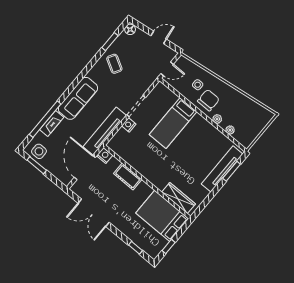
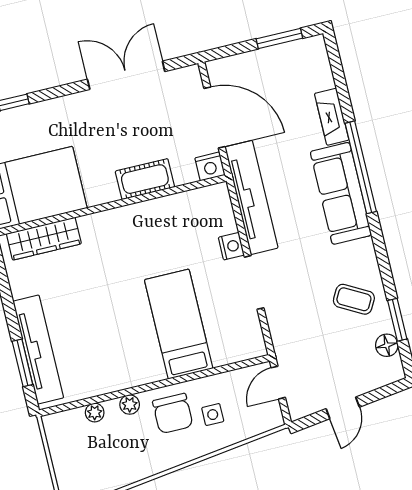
floor lamp: (130, 29) -> (387, 345), moved
window: (45, 119) -> (361, 167), moved
side table: (39, 151) -> (300, 60), removed

